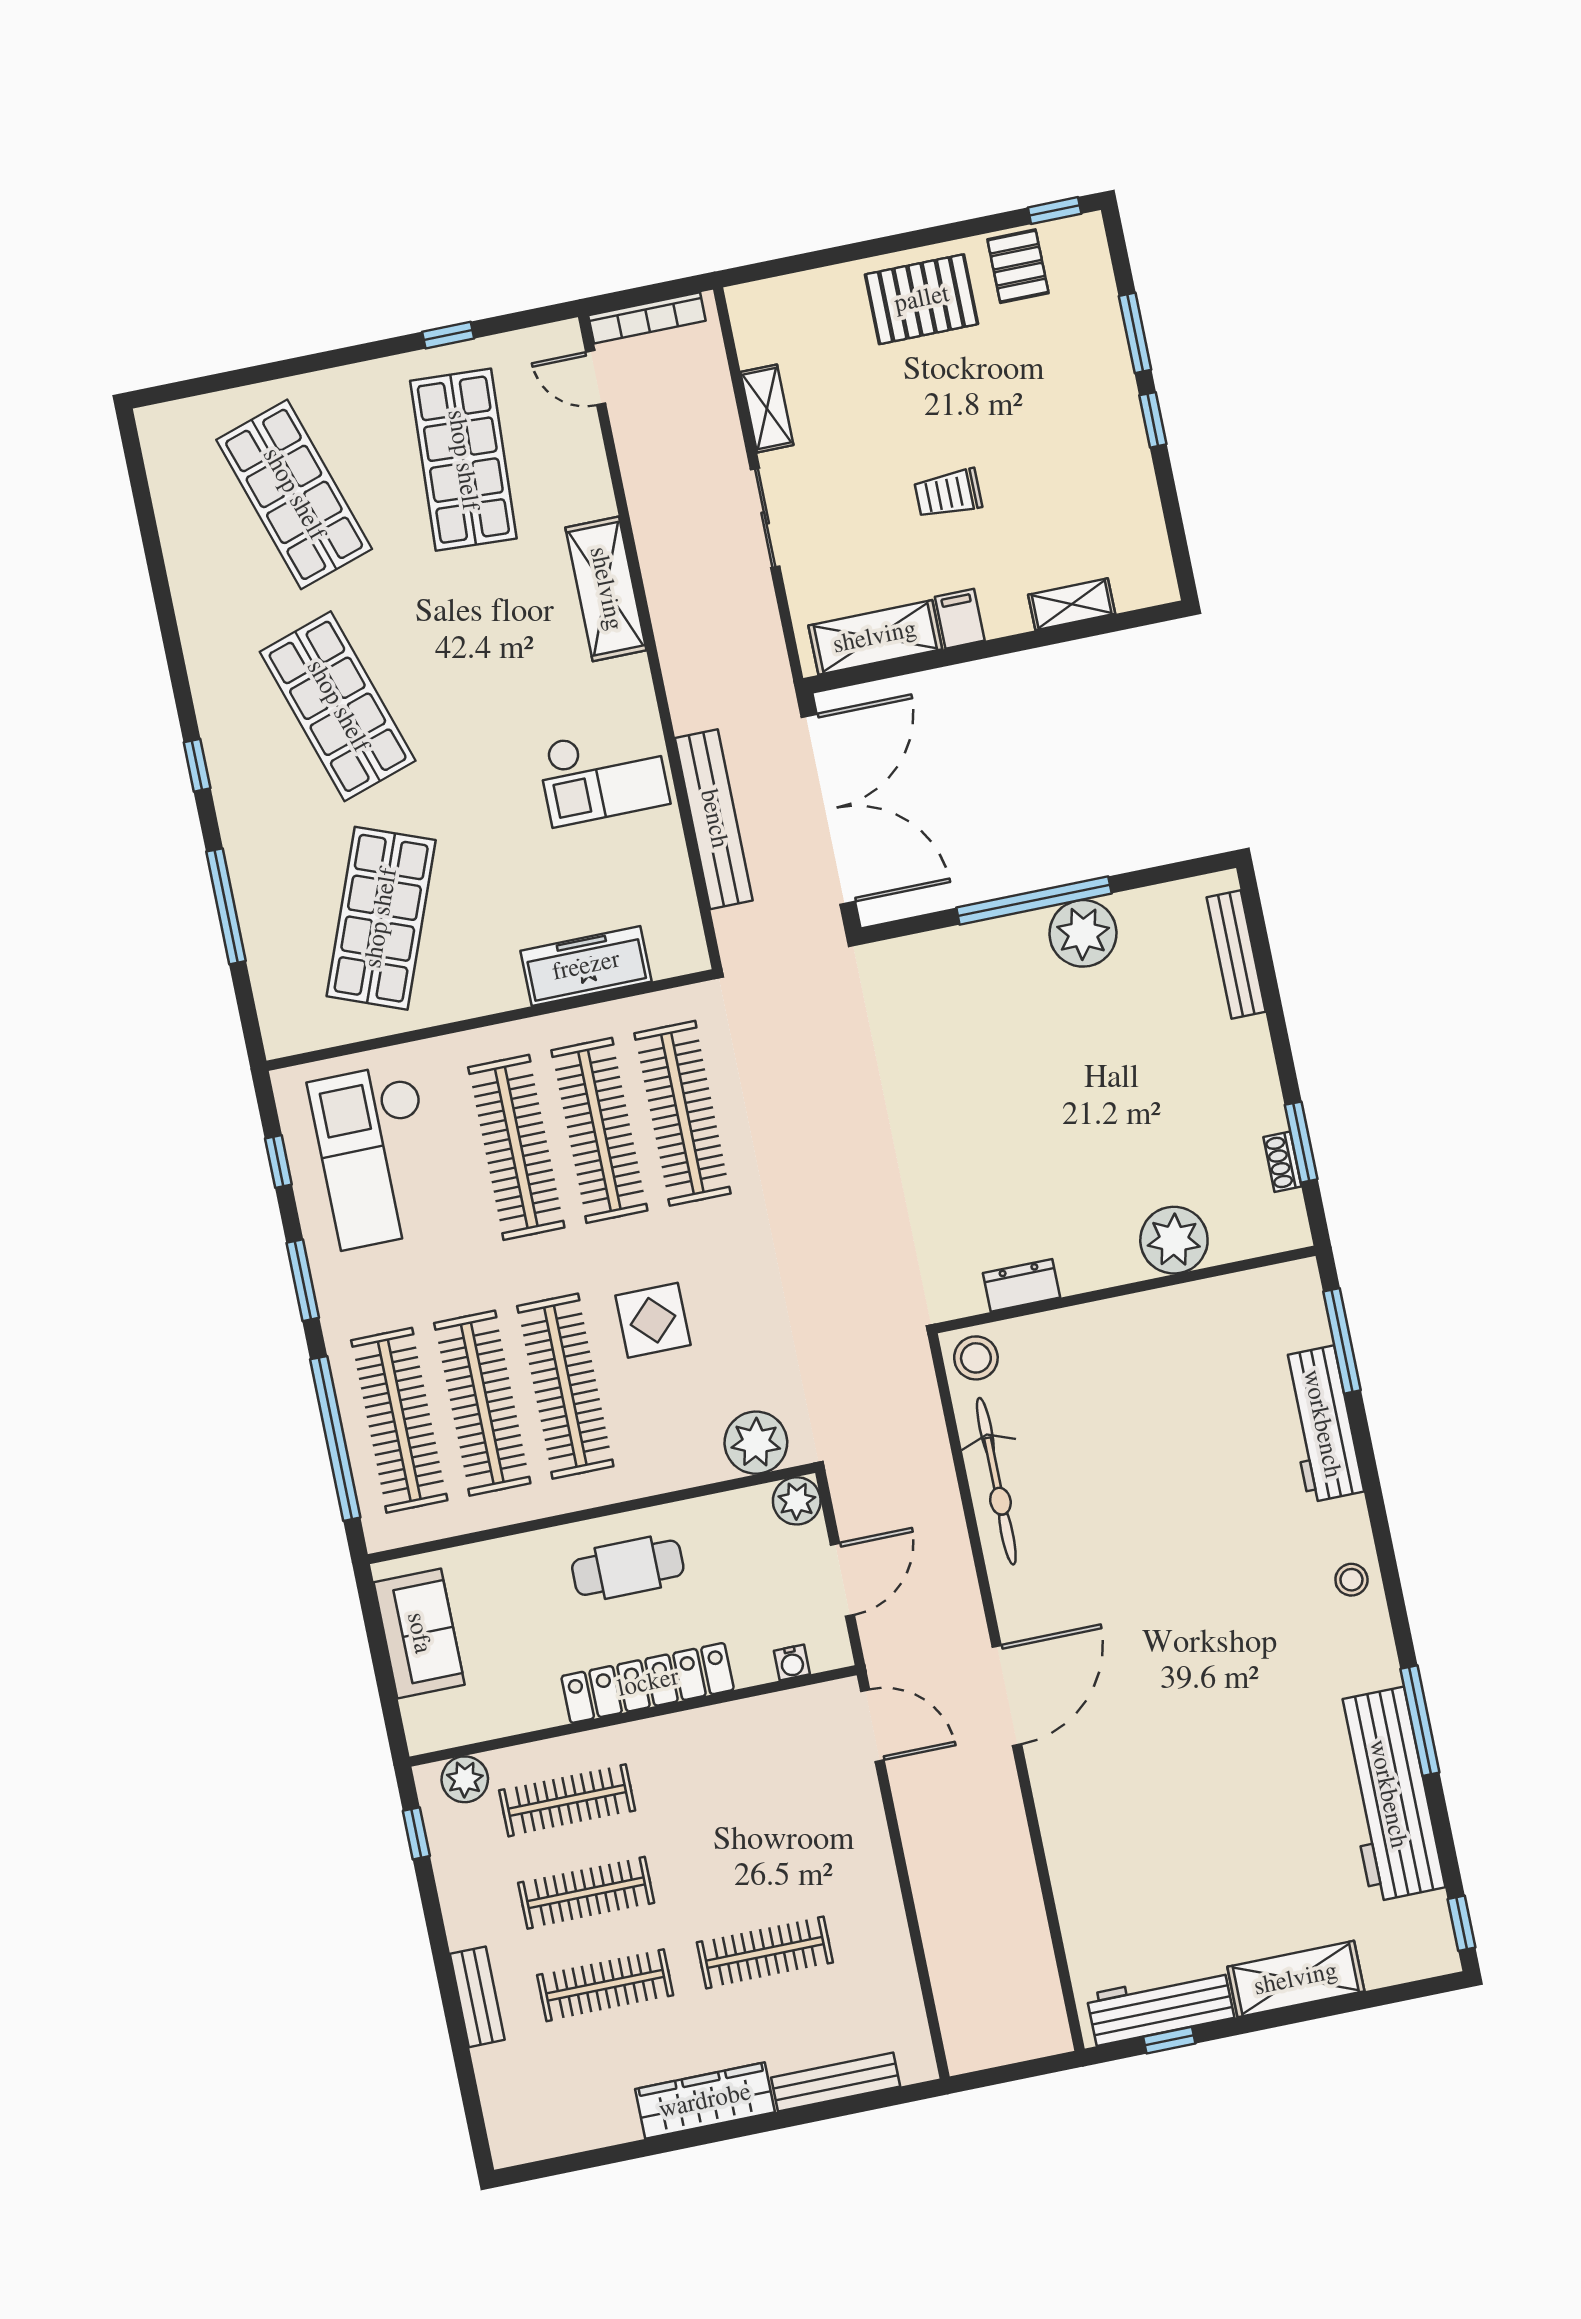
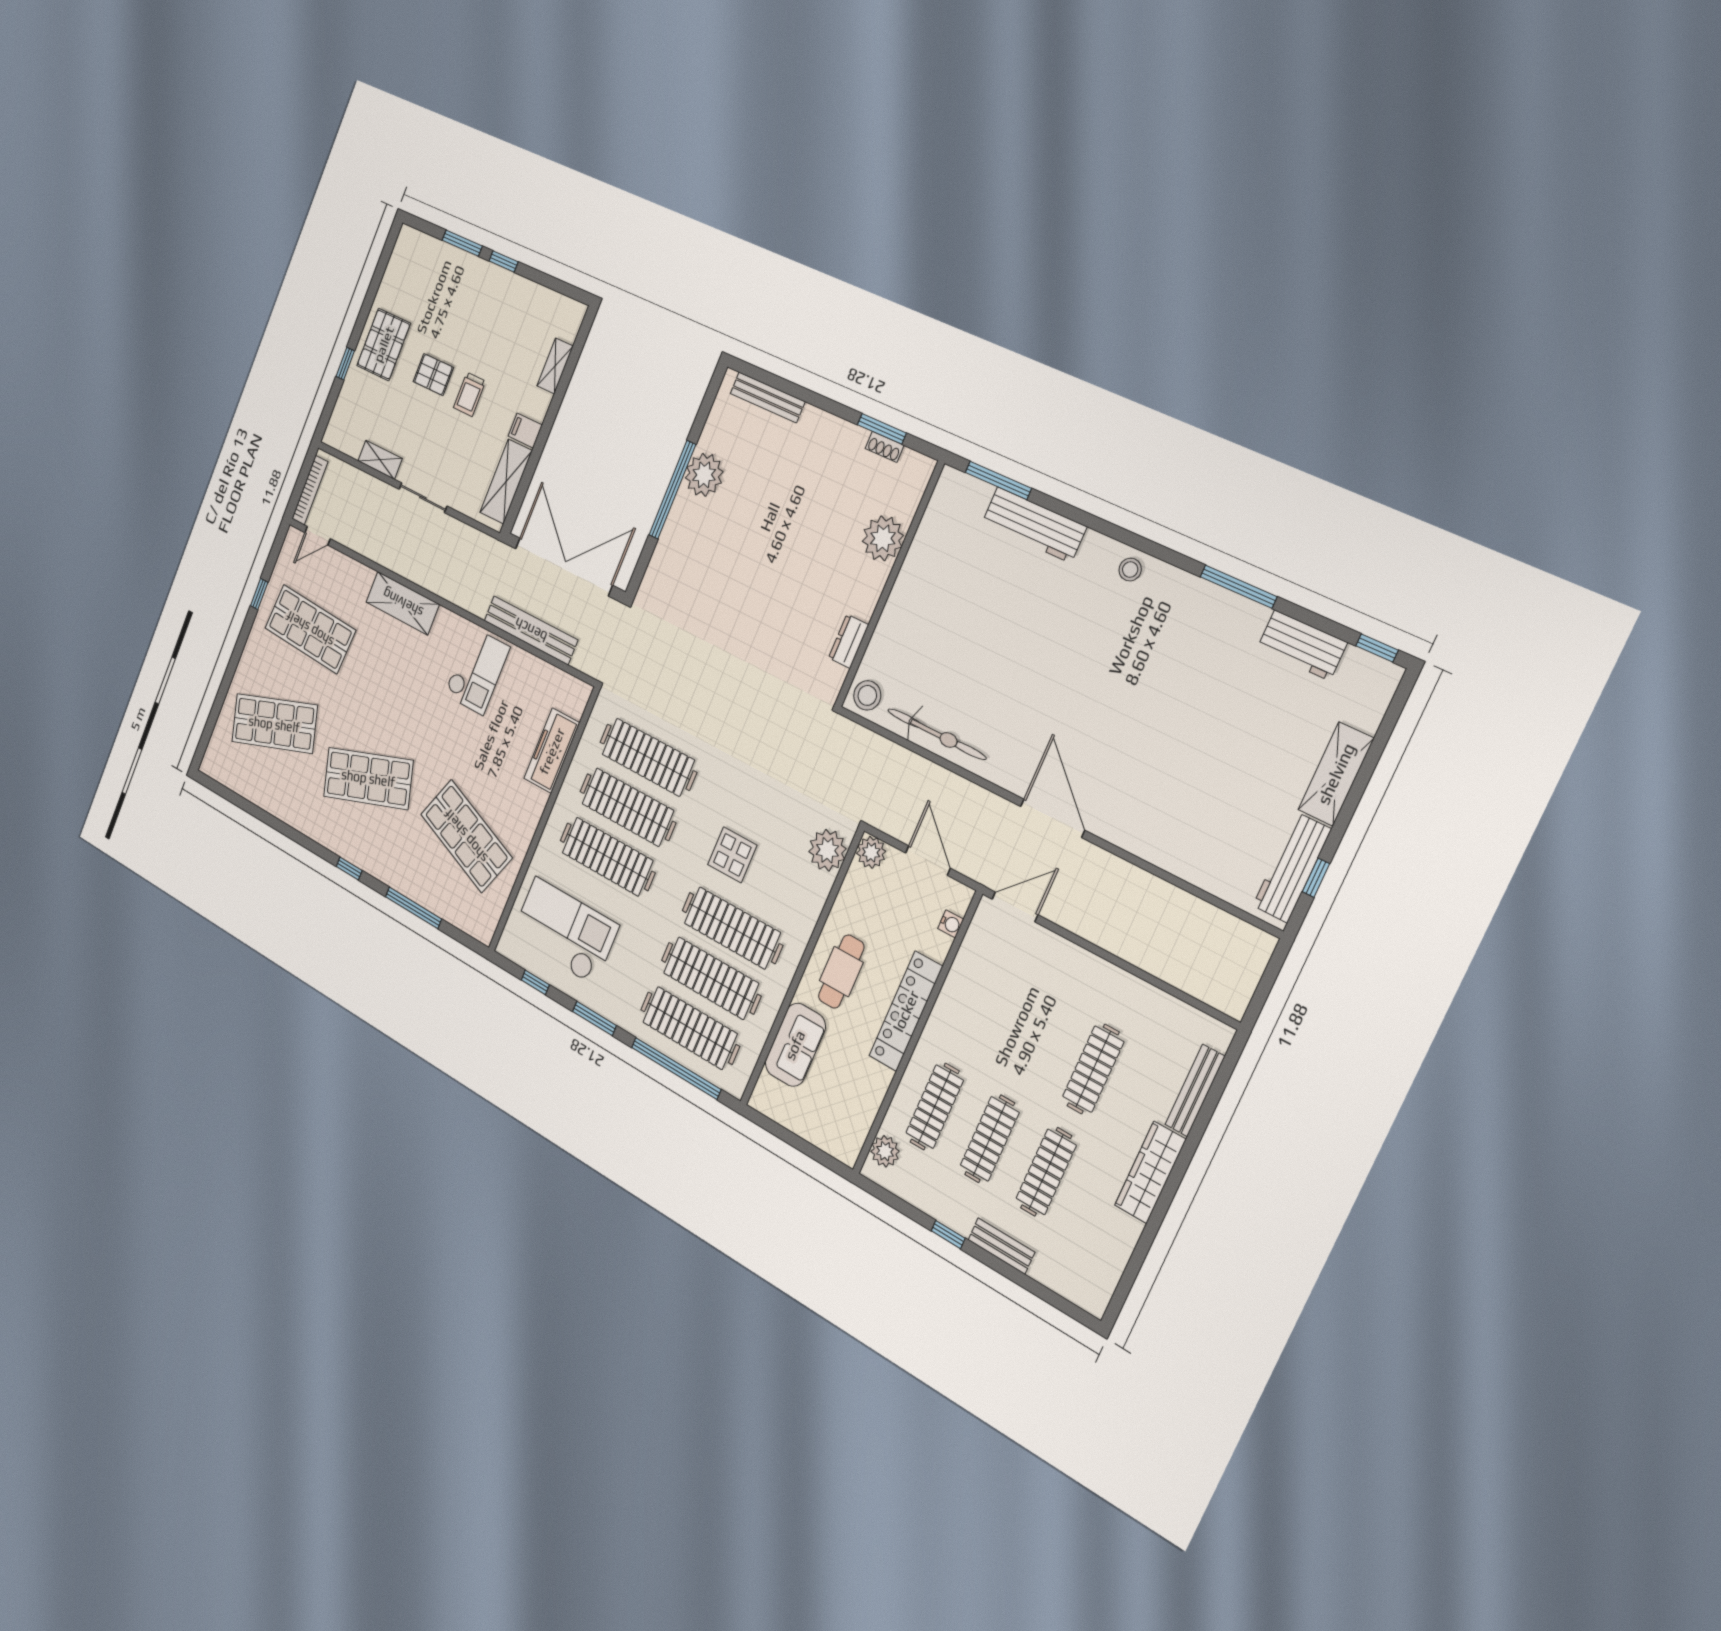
window: (1055, 211) -> (345, 364), moved
pallet: (1018, 266) -> (433, 375), moved
checkout: (376, 1156) -> (565, 931), turned 180
sofa: (419, 1633) -> (795, 1045), moved, turned 90
workbench: (1388, 1794) -> (1302, 645), width x0.53, depth x0.76
window: (416, 1833) -> (948, 1235), moved

